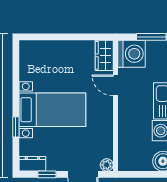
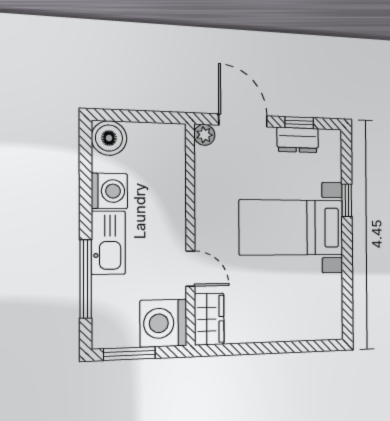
dresser: (32, 164) -> (298, 140), moved

